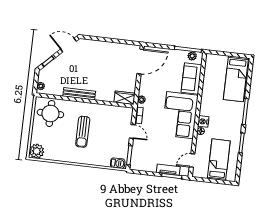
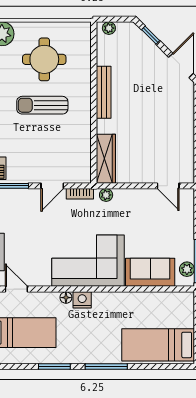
door: (140, 61) -> (168, 186), width x0.53
wardrobe: (125, 98) -> (106, 159), width x1.50
round table: (50, 113) -> (44, 59), moved

